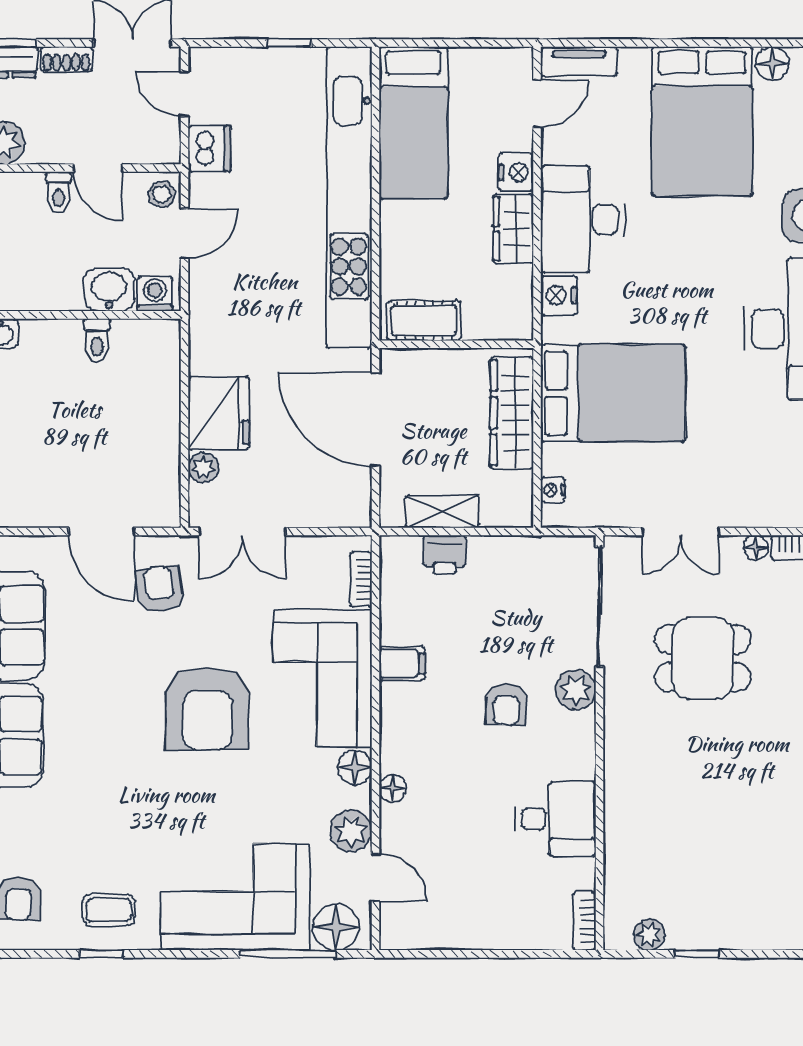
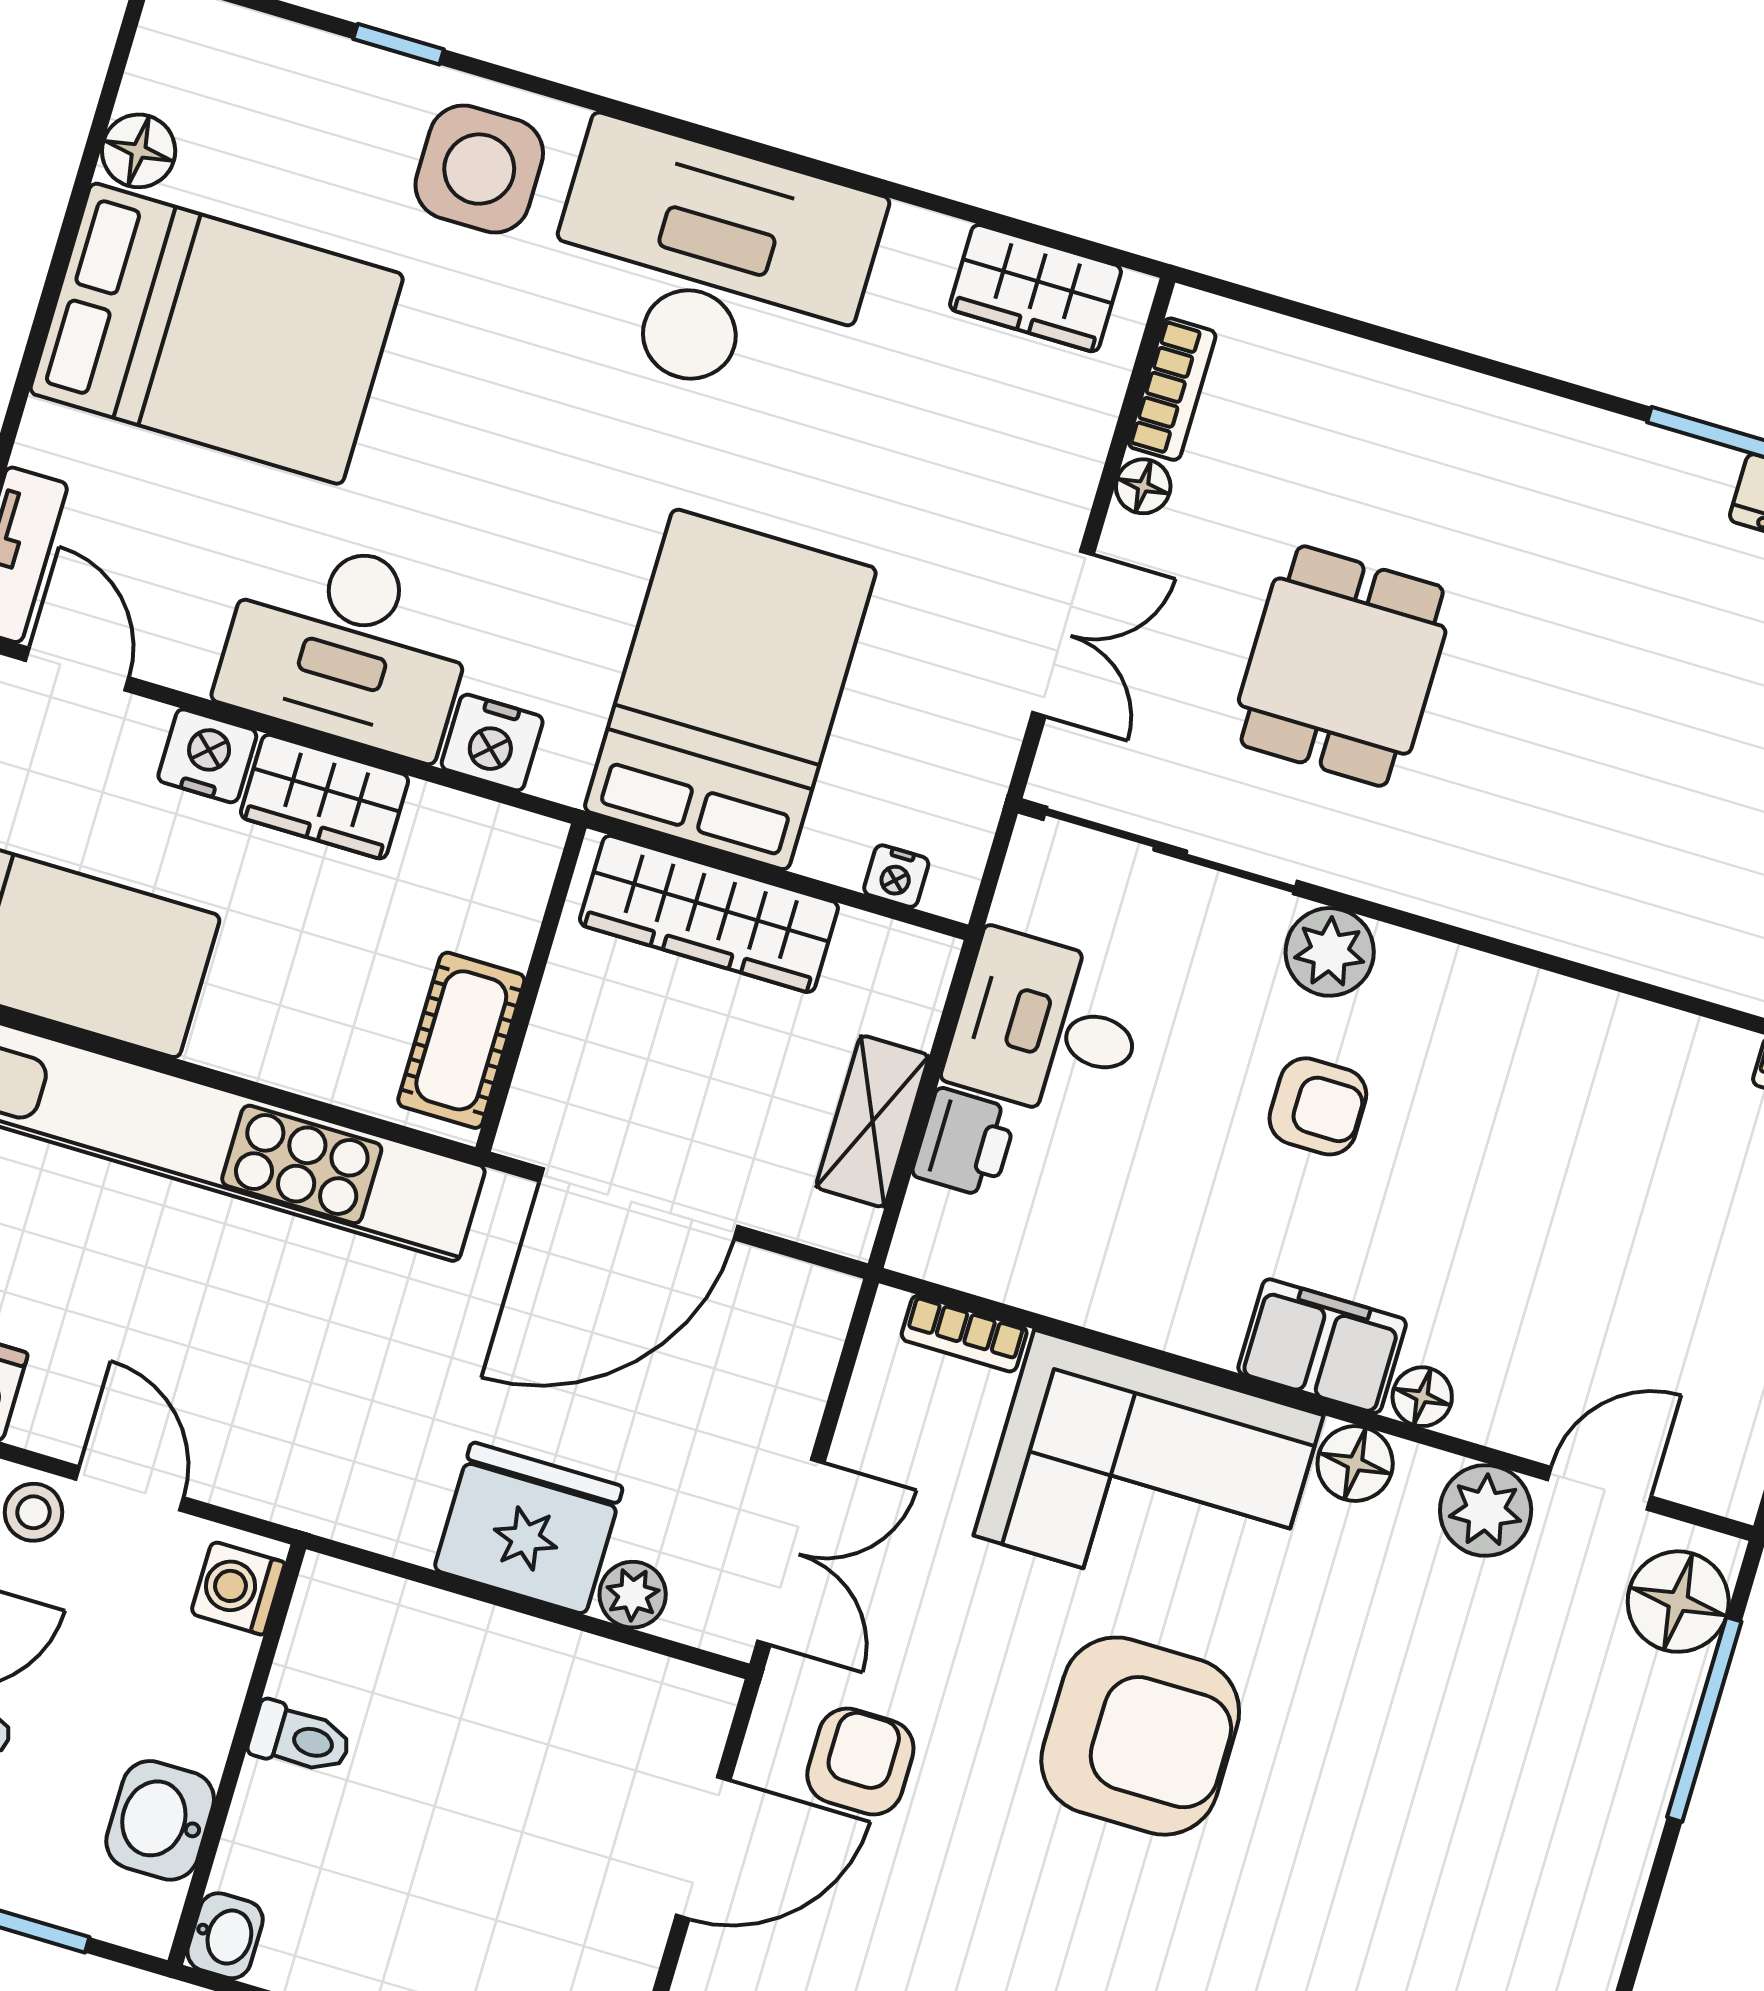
washbasin: (109, 290) -> (160, 1820), moved
armchair: (160, 589) -> (860, 1761), turned 98
filing cabinet: (402, 663) -> (1322, 1346), moved, width x2.00
desk: (556, 819) -> (1047, 1026), moved, turned -90
corner sofa: (235, 897) -> (1552, 1794), removed

